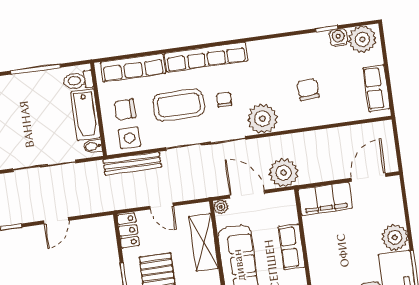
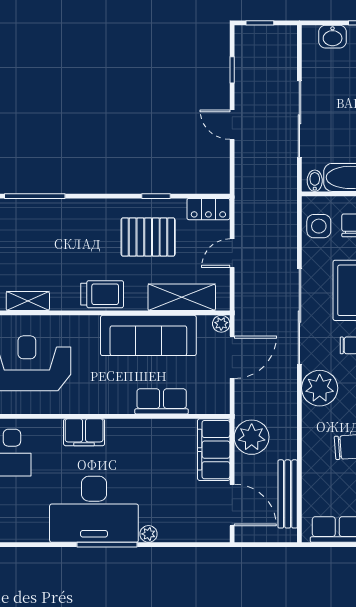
bench: (132, 164) -> (288, 494), moved
plant: (284, 173) -> (252, 437), moved
plant: (395, 237) -> (149, 534), width x0.53, depth x0.53

